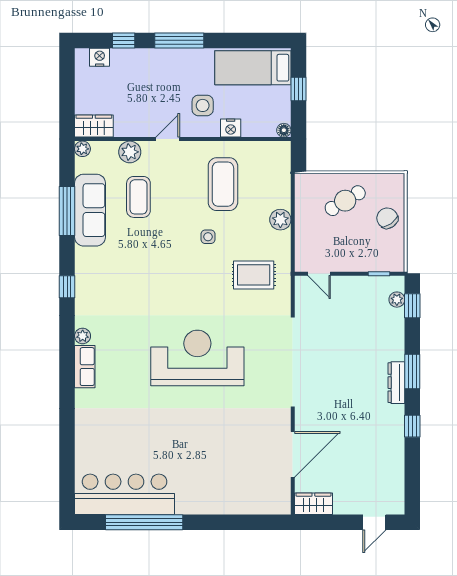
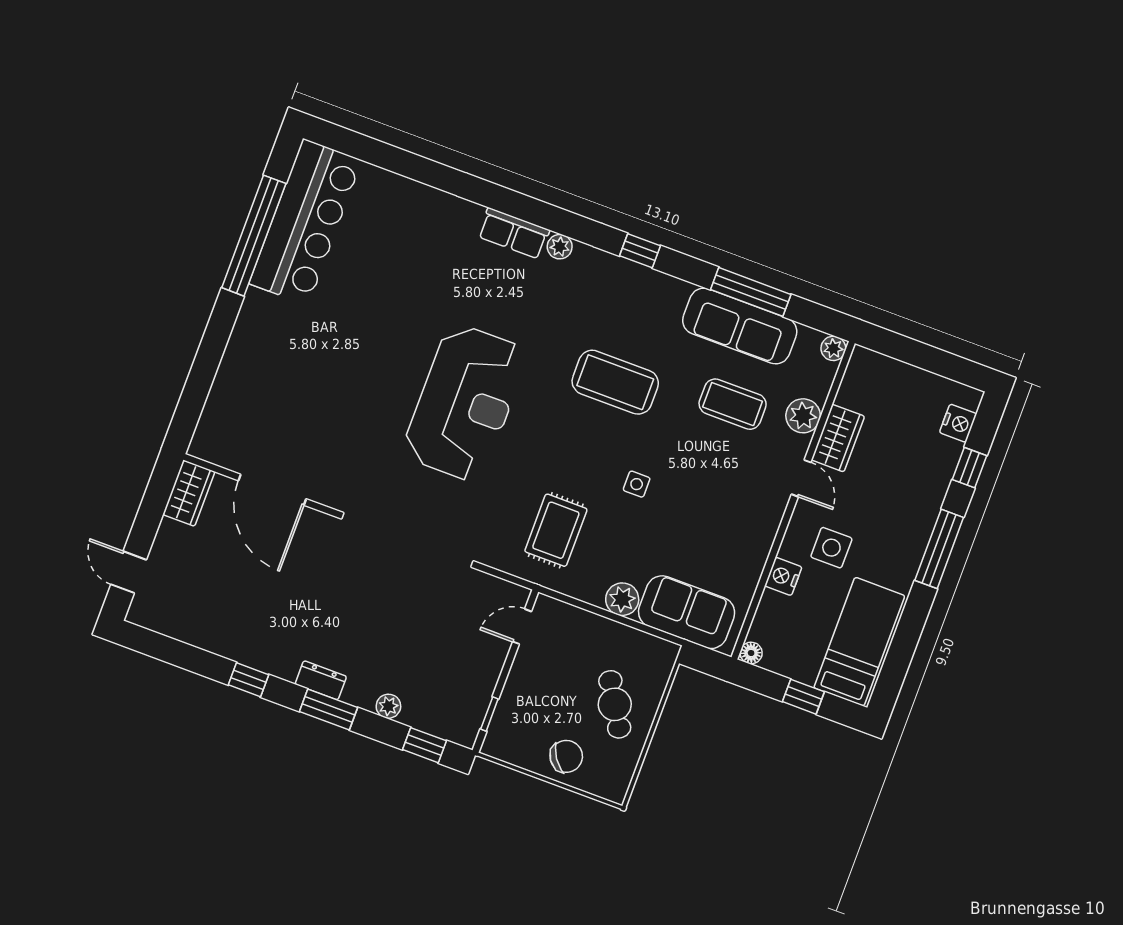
wardrobe: (94, 126) -> (838, 438), moved
sofa: (274, 178) -> (687, 612), added
coffee table: (223, 184) -> (615, 382), moved
plant: (397, 300) -> (388, 706), moved
dresser: (396, 383) -> (321, 680), width x0.70

